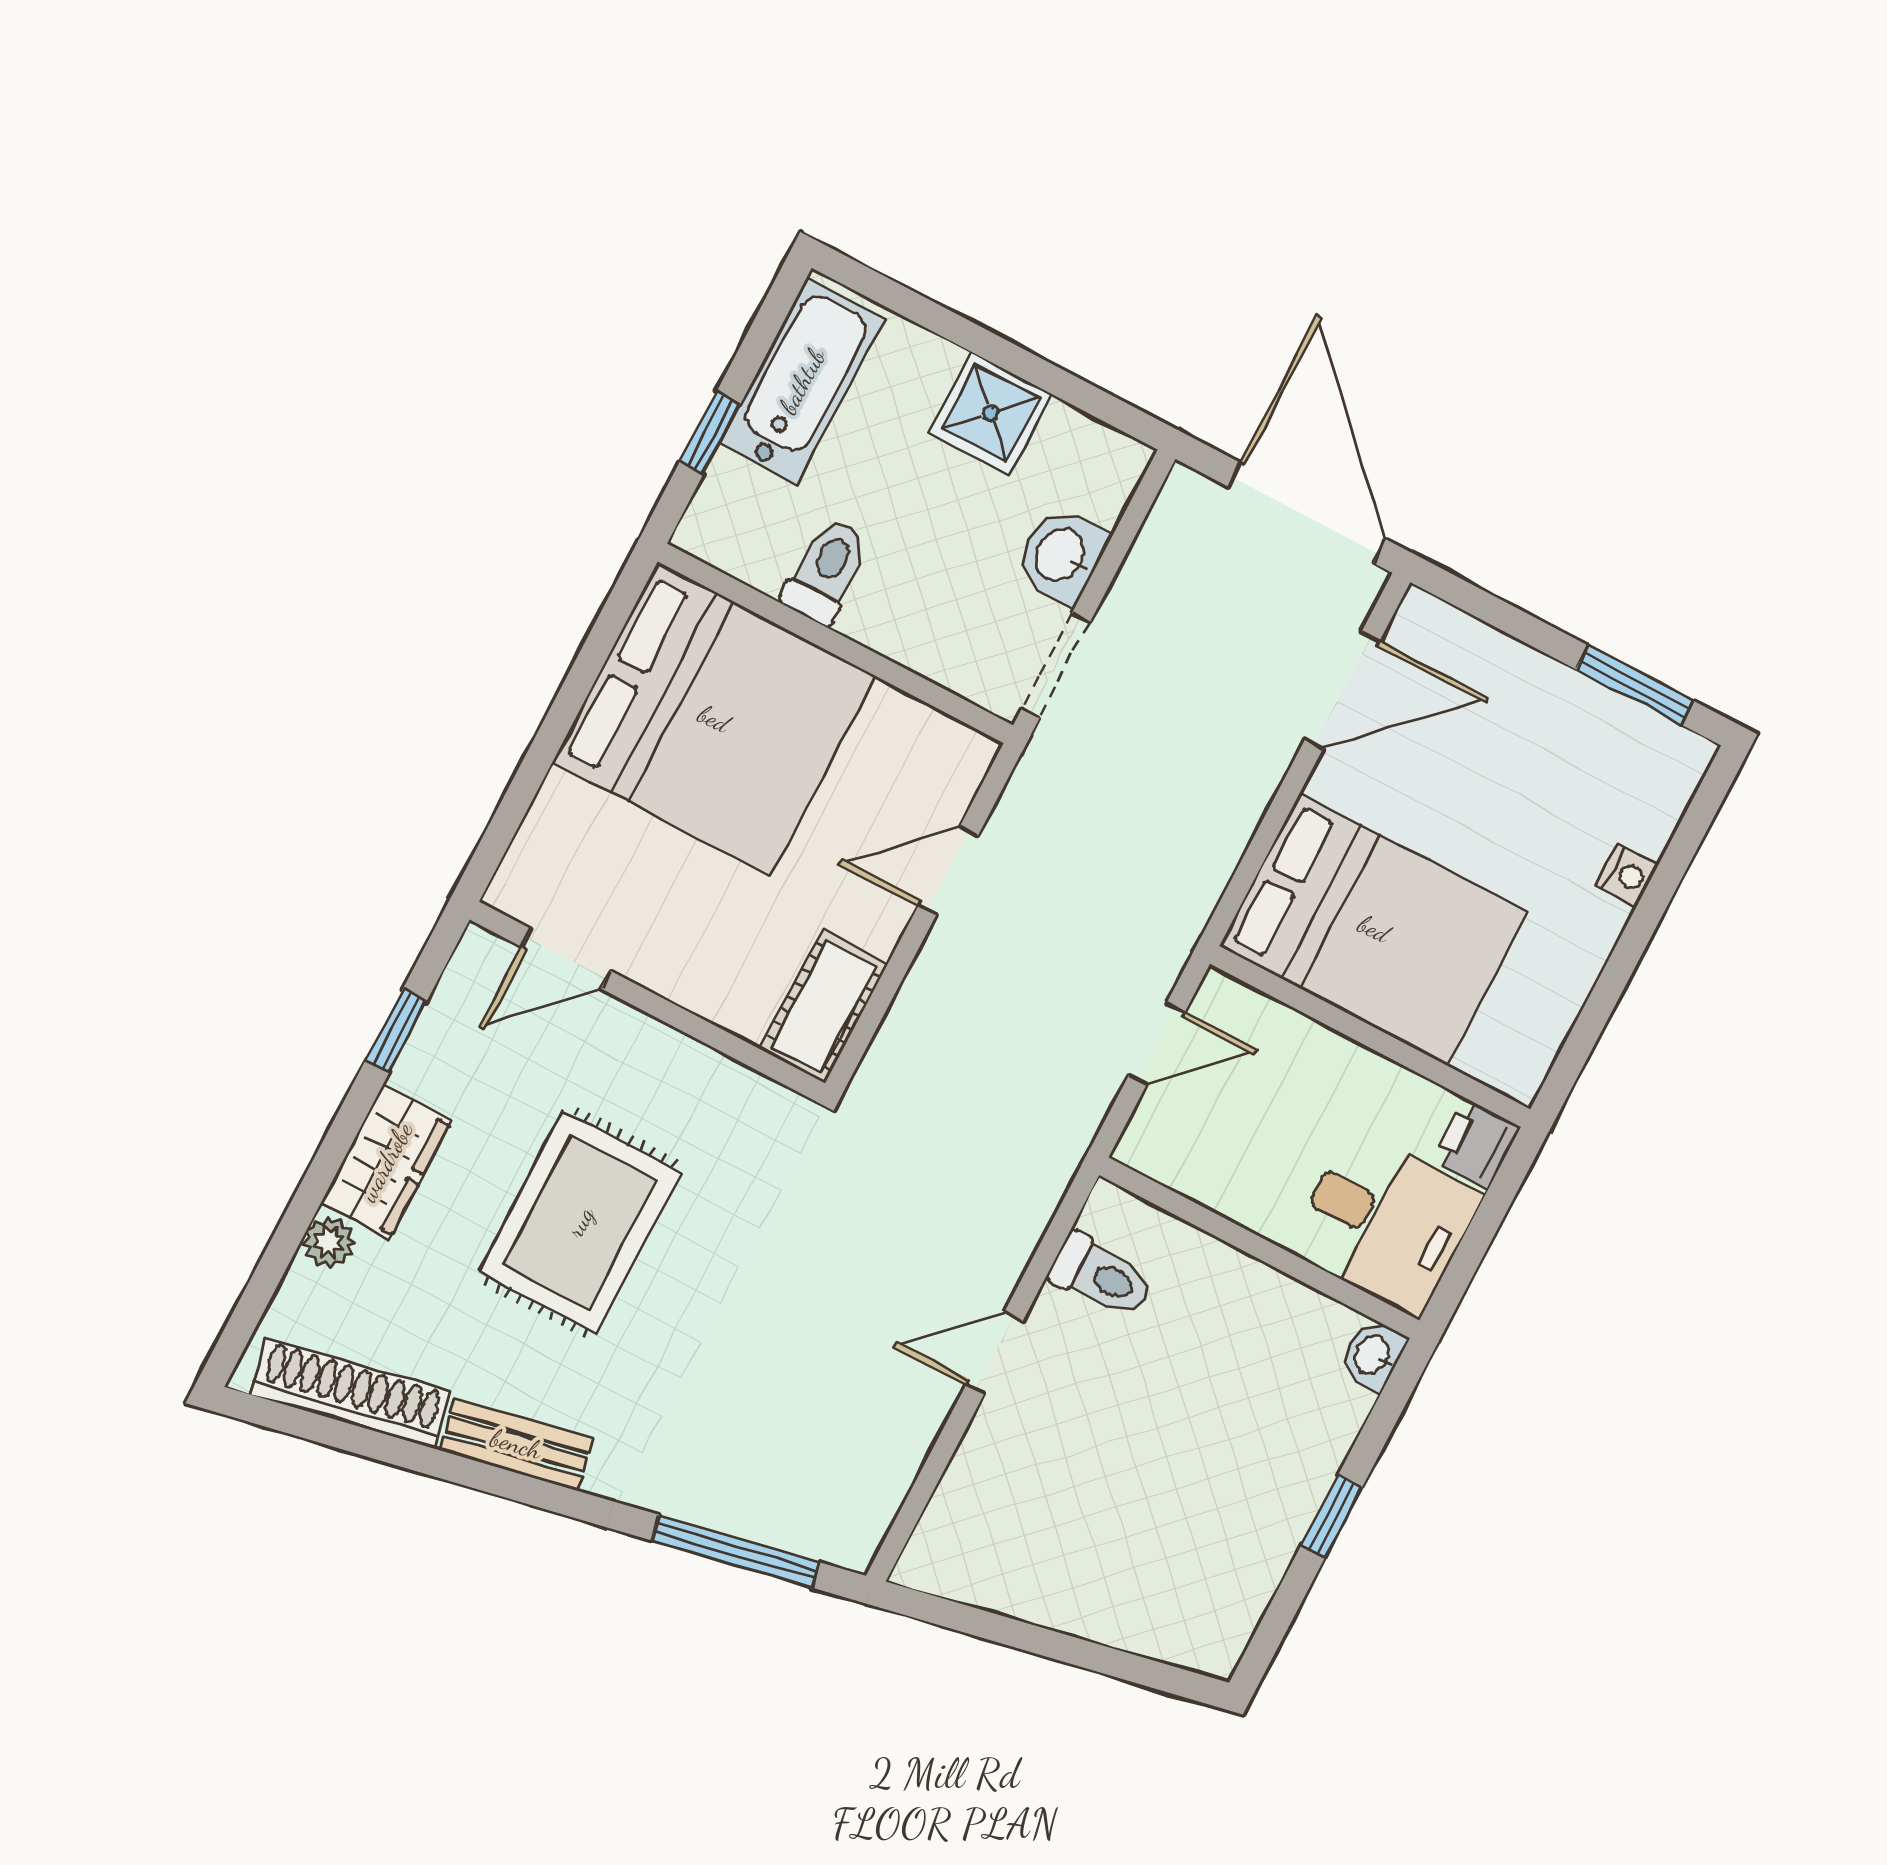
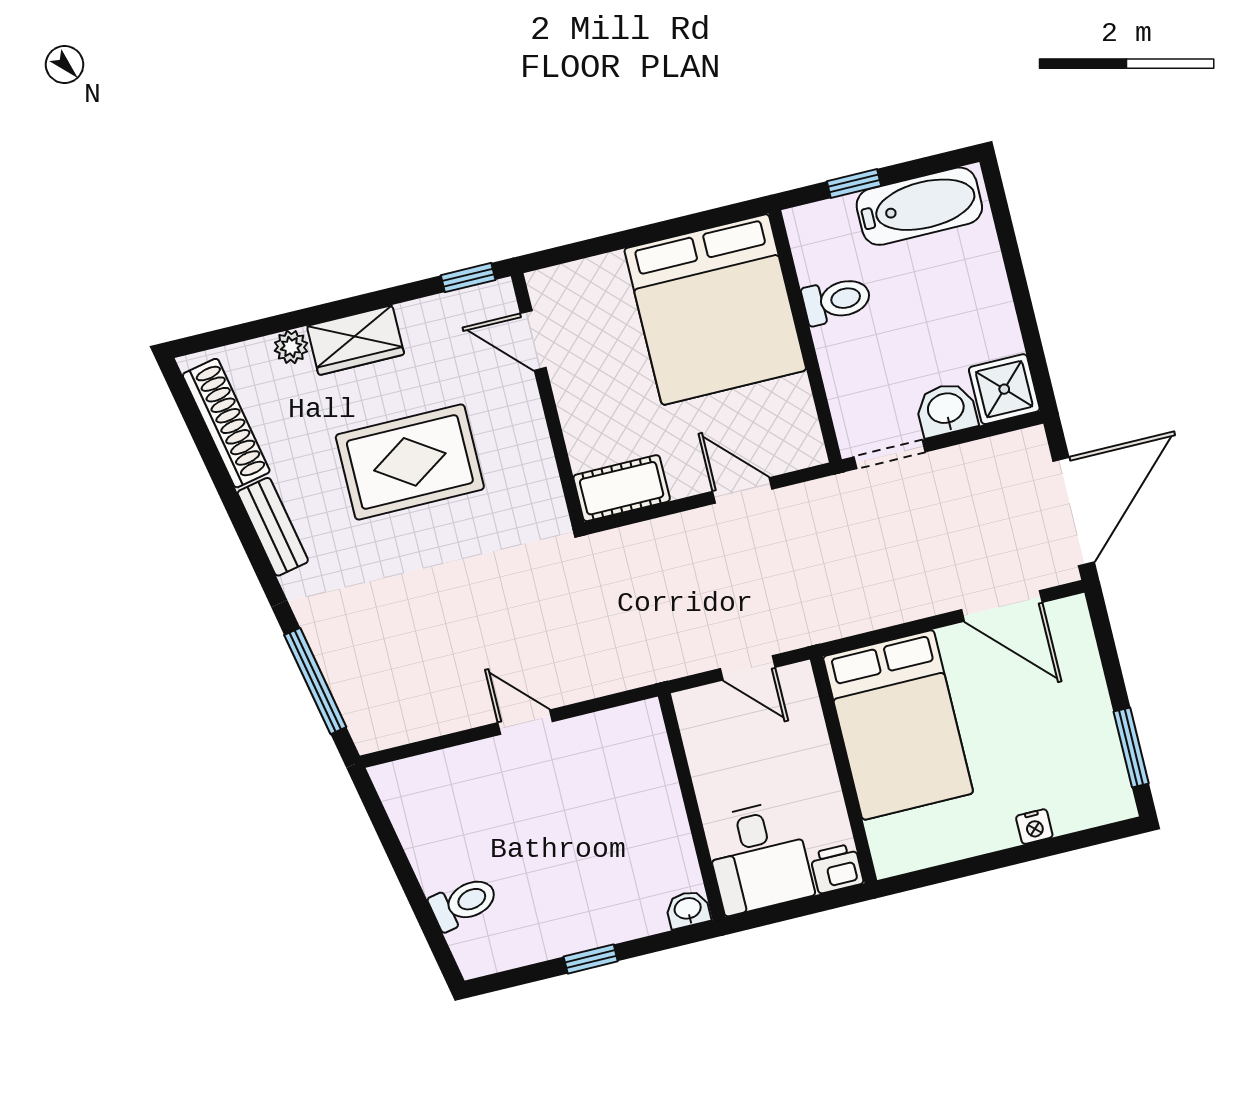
shower: (991, 413) -> (1004, 389), moved
window: (396, 1031) -> (468, 278), moved
toilet: (1101, 1276) -> (464, 903), moved, turned -101

